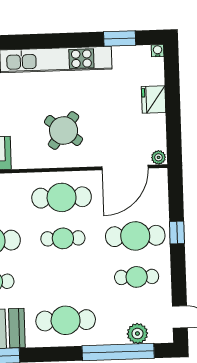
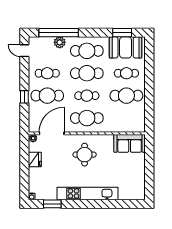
fridge: (154, 99) -> (35, 160), moved
round table: (64, 131) -> (85, 155), turned -37
cafe table: (64, 279) -> (87, 73), added
plant: (137, 334) -> (60, 42), moved

